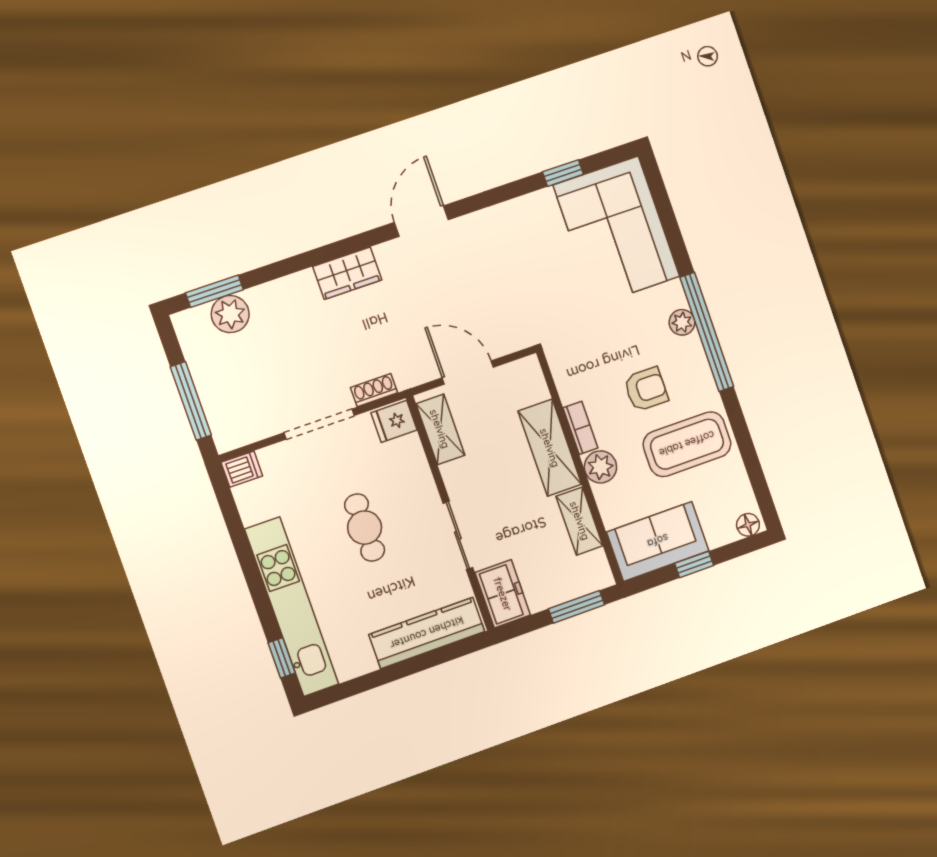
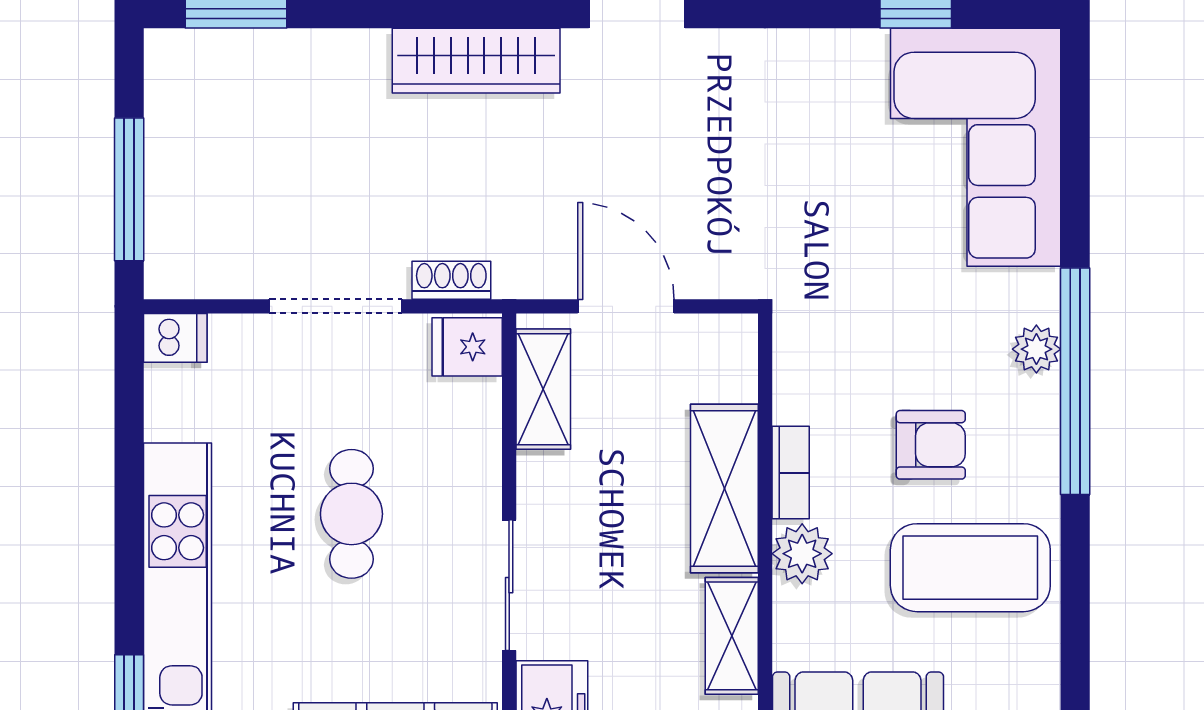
wardrobe: (347, 273) -> (476, 61), width x1.50
plant: (230, 314) -> (249, 62), removed

